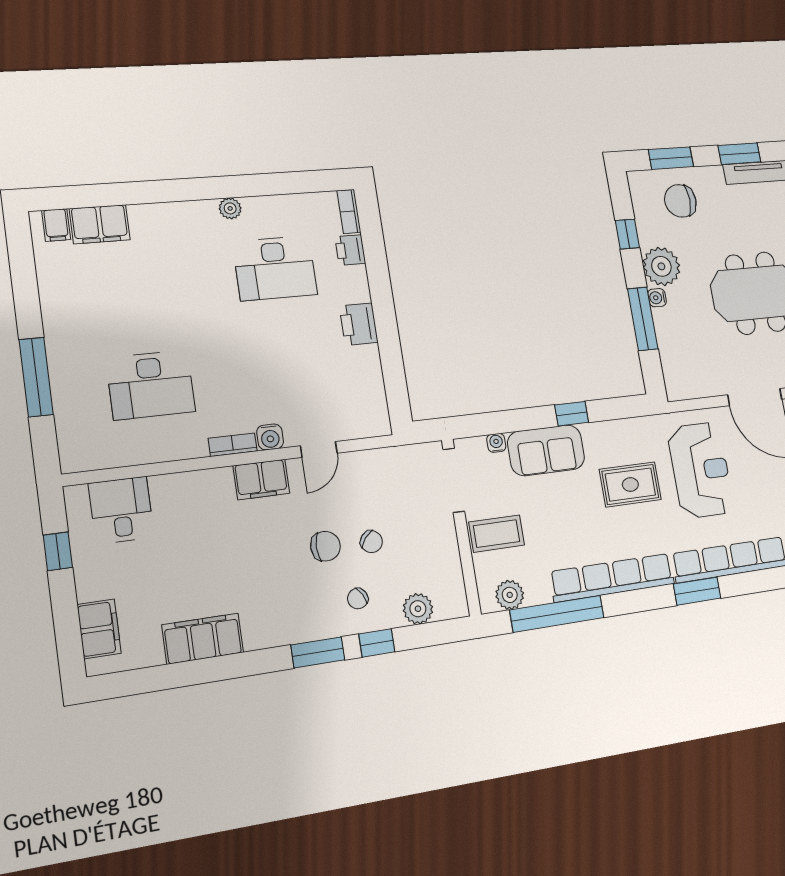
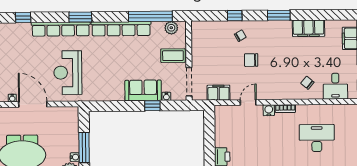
window: (572, 414) -> (152, 106), moved
filing cabinet: (261, 480) -> (218, 93), moved
rug: (630, 485) -> (105, 70), removed
chair: (371, 542) -> (307, 83), moved
plant: (418, 609) -> (214, 28), removed
window: (318, 652) -> (279, 15), moved

